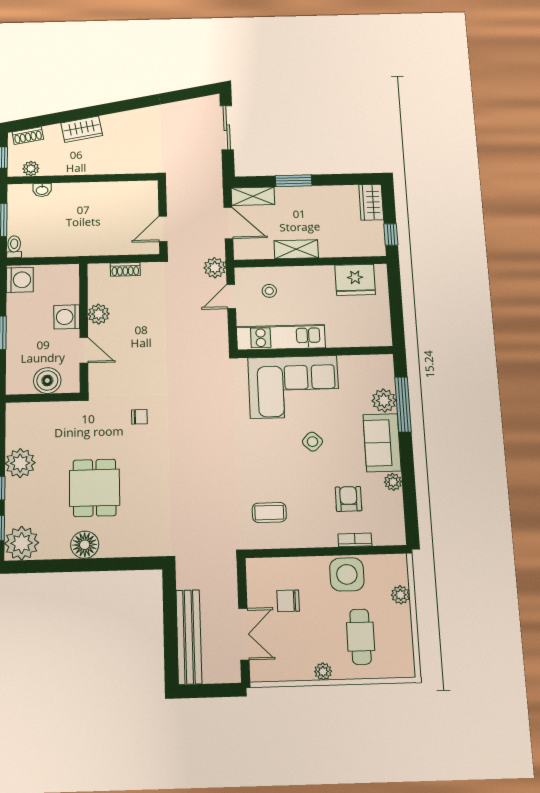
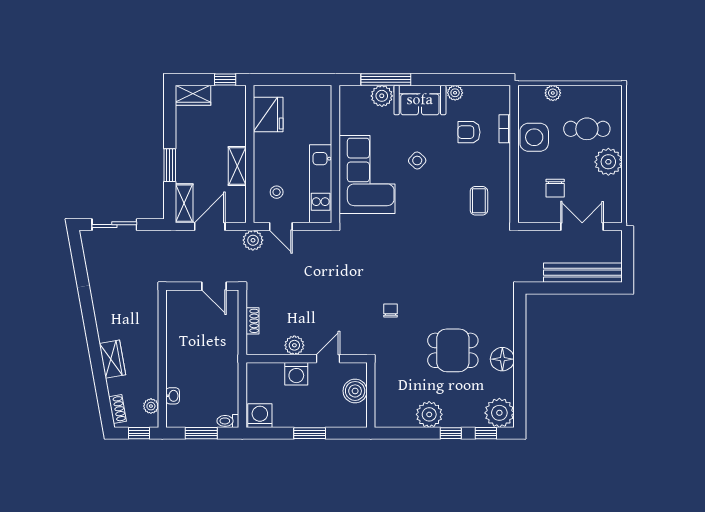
plant: (323, 671) -> (608, 162), width x1.87, depth x1.87

